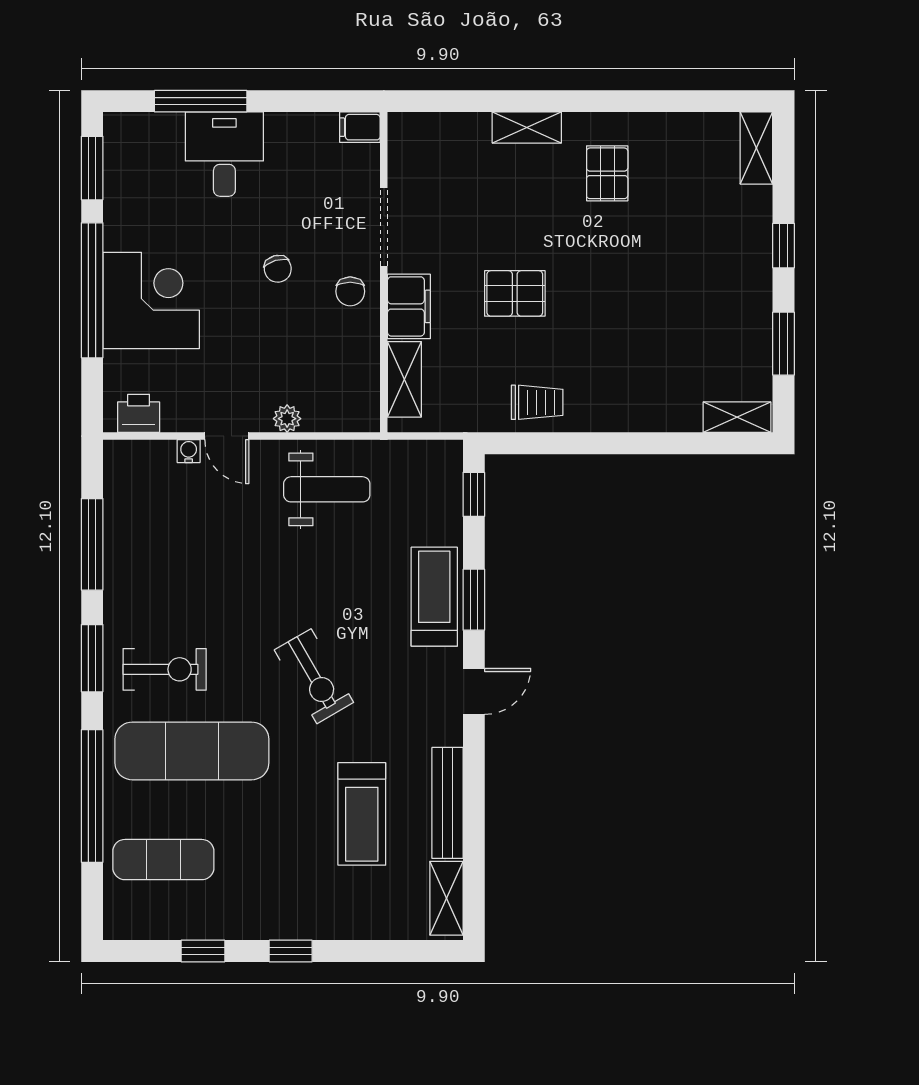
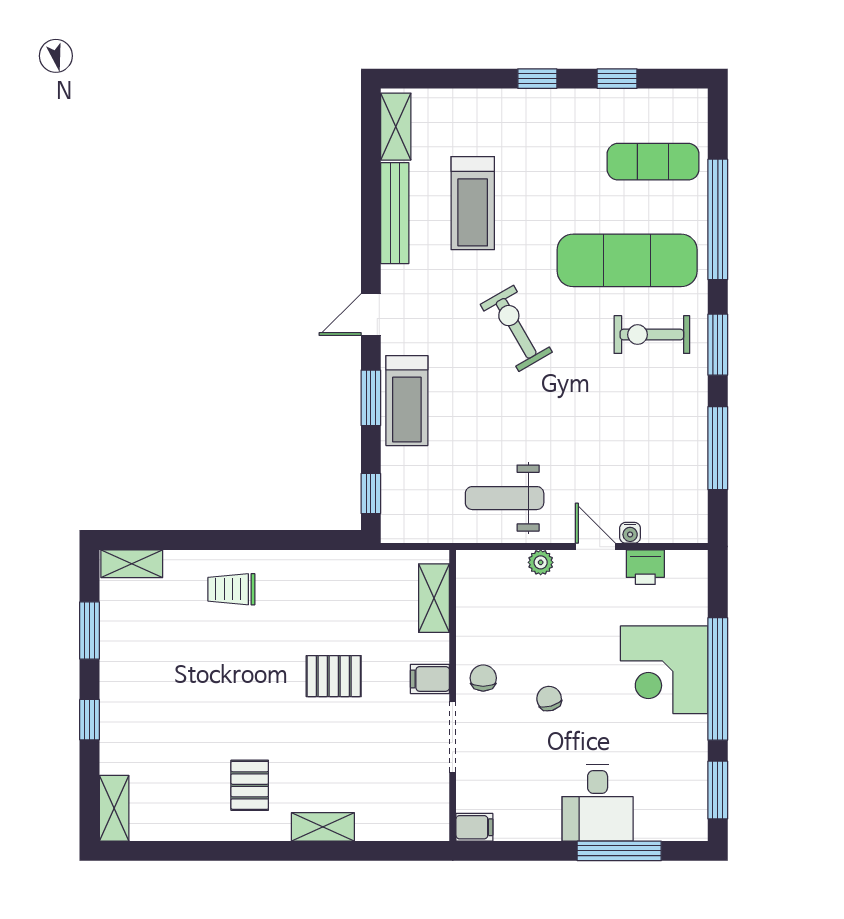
filing cabinet: (409, 306) -> (430, 679), width x0.50
trolley: (537, 402) -> (231, 589), moved
printer: (139, 413) -> (645, 567), moved
treadmill: (362, 814) -> (473, 203), turned 180

